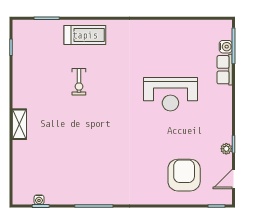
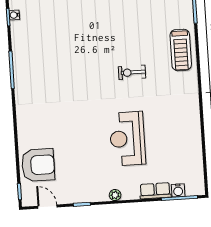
exercise bike: (79, 82) -> (132, 72), moved
plant: (226, 149) -> (115, 195), moved
armchair: (184, 175) -> (38, 165), moved

